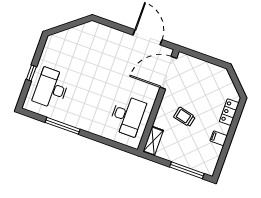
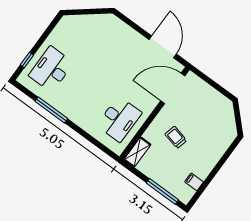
window: (31, 73) -> (27, 60), moved
locker: (229, 112) -> (222, 146), removed
filing cabinet: (219, 138) -> (194, 182), moved

